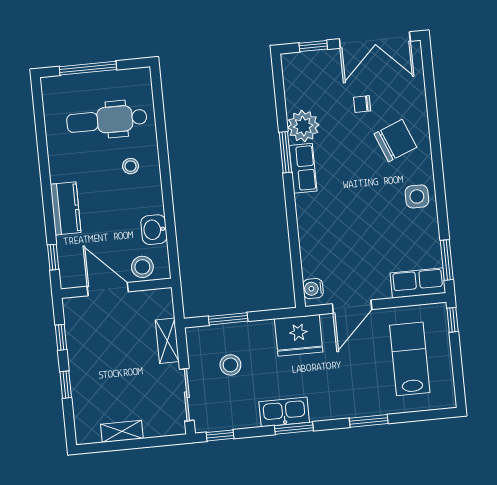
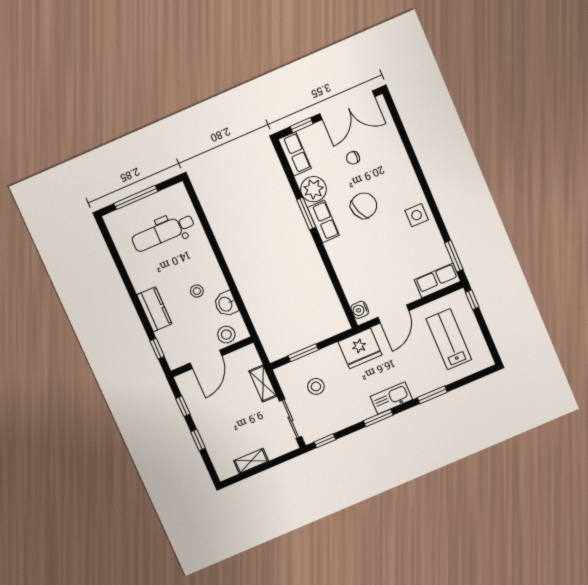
row of seats: (294, 77) -> (295, 154), added
chair: (395, 141) -> (364, 206), moved
stool: (131, 166) -> (197, 291), moved
door: (108, 289) -> (206, 359), swing flipped
kitchen sink: (284, 412) -> (391, 398), moved

